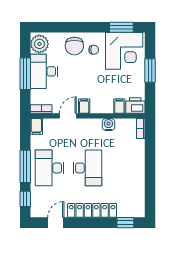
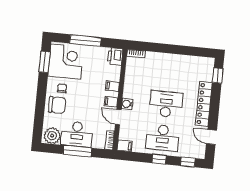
window: (150, 71) -> (85, 40), width x1.44
filing cabinet: (119, 106) -> (113, 86), moved
water cooler: (109, 125) -> (127, 104), moved
window: (25, 166) -> (159, 159), width x0.46

